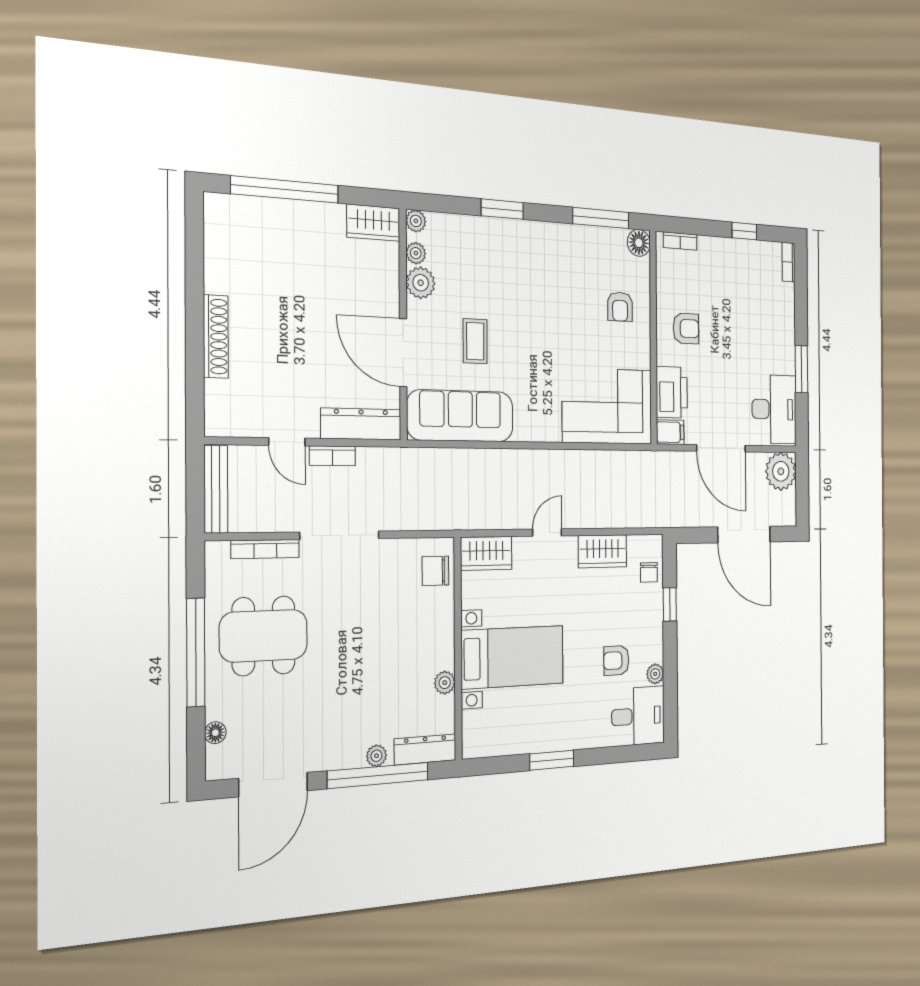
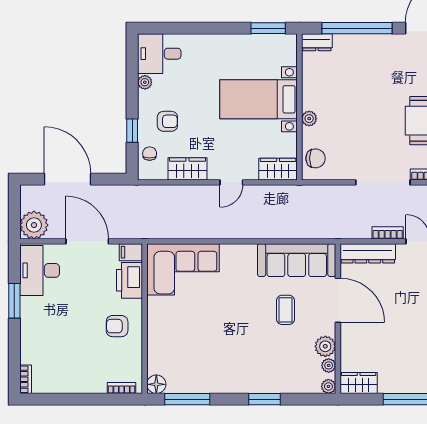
window: (744, 231) -> (65, 399), removed
armchair: (620, 307) -> (172, 339), removed
armchair: (616, 661) -> (167, 121), moved
plant: (445, 683) -> (309, 119), moved
dresser: (425, 749) -> (317, 42), width x0.70
plant: (376, 756) -> (358, 41), removed
window: (552, 760) -> (268, 28), moved

